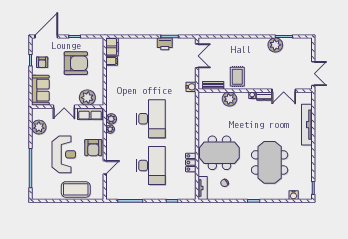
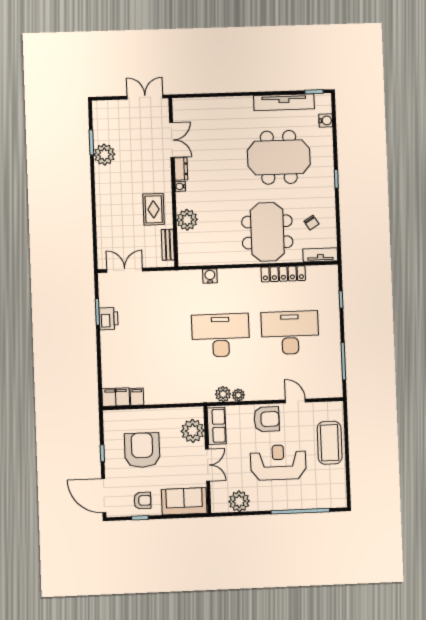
rug: (237, 77) -> (154, 209), turned 90
water cooler: (191, 87) -> (210, 276), moved
tv unit: (307, 125) -> (284, 102), moved
locker: (191, 162) -> (283, 274), width x1.53

